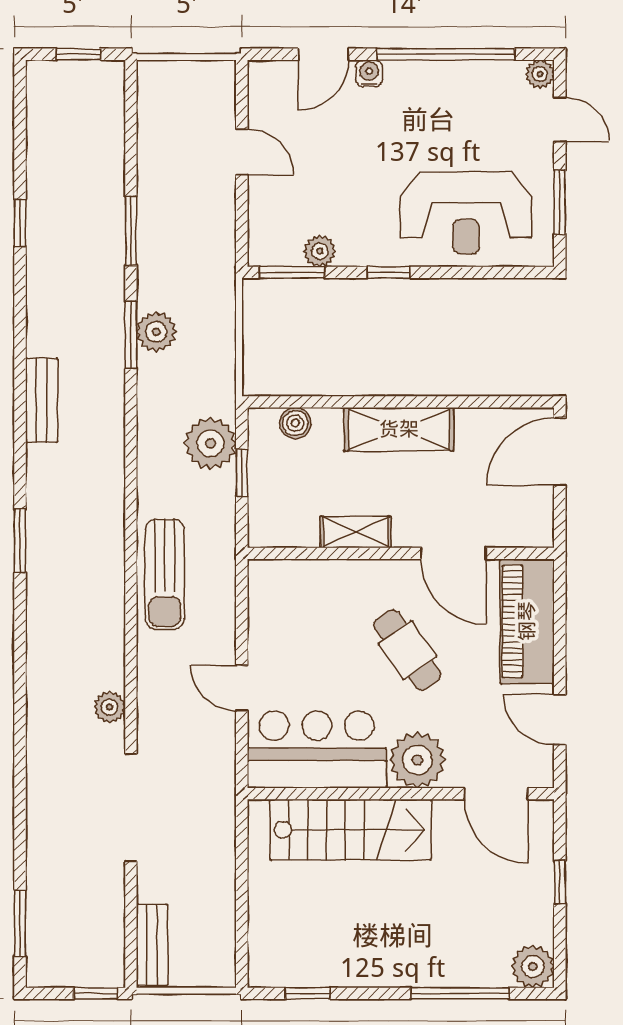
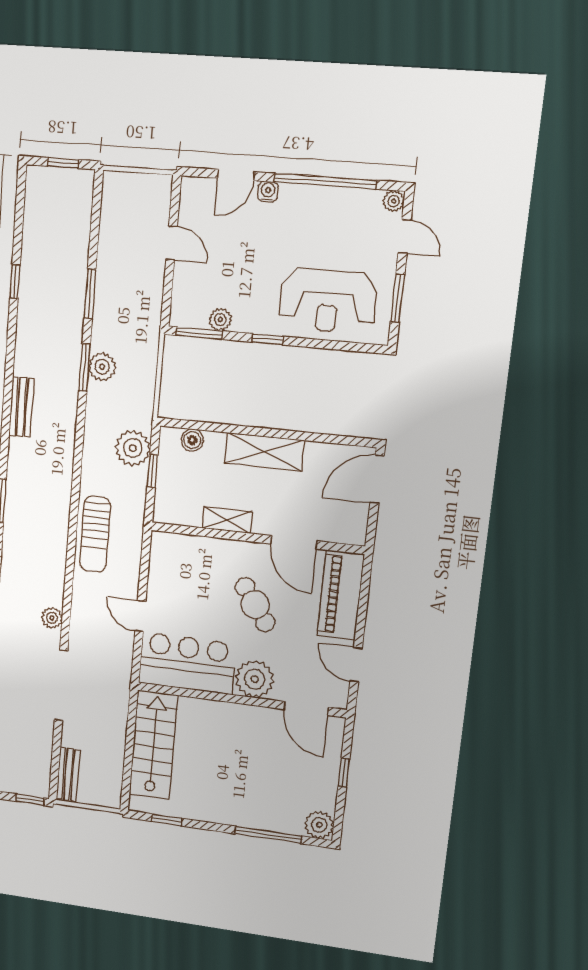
stairs: (351, 830) -> (154, 745), moved, turned -90

